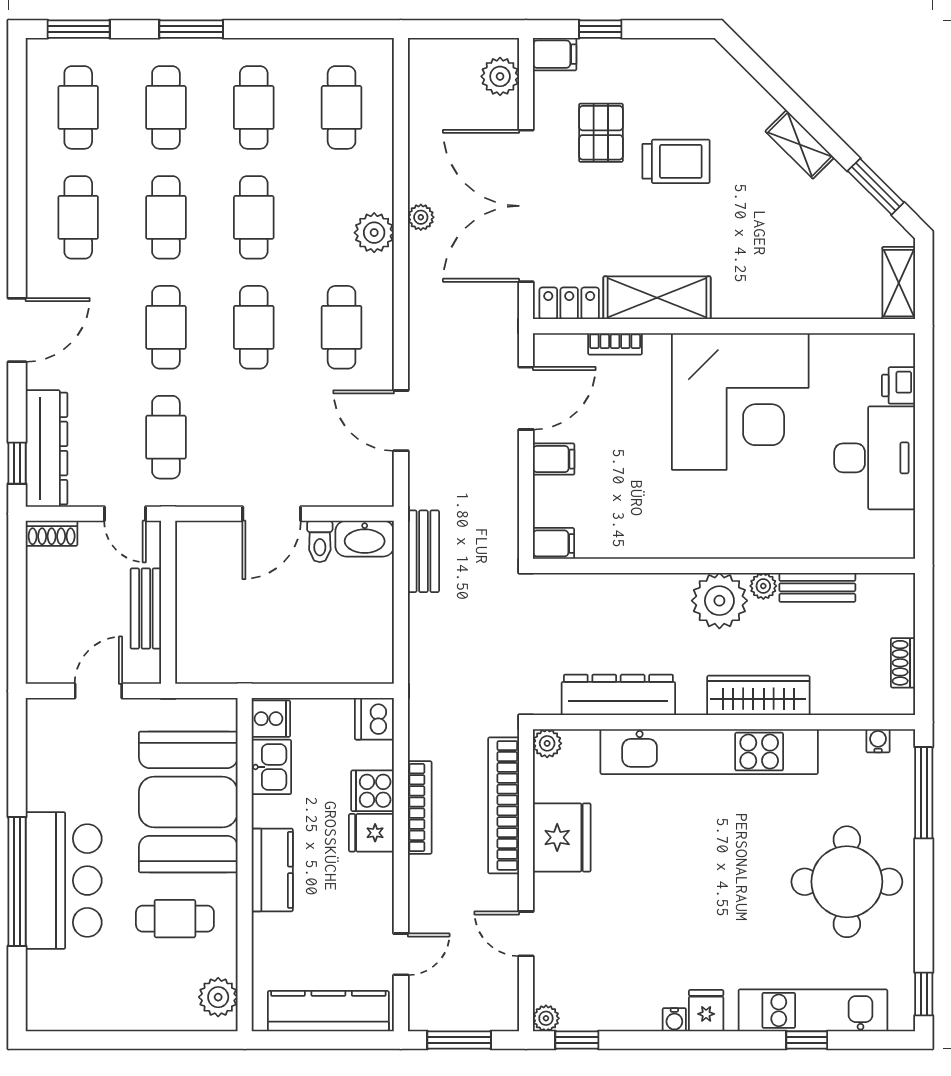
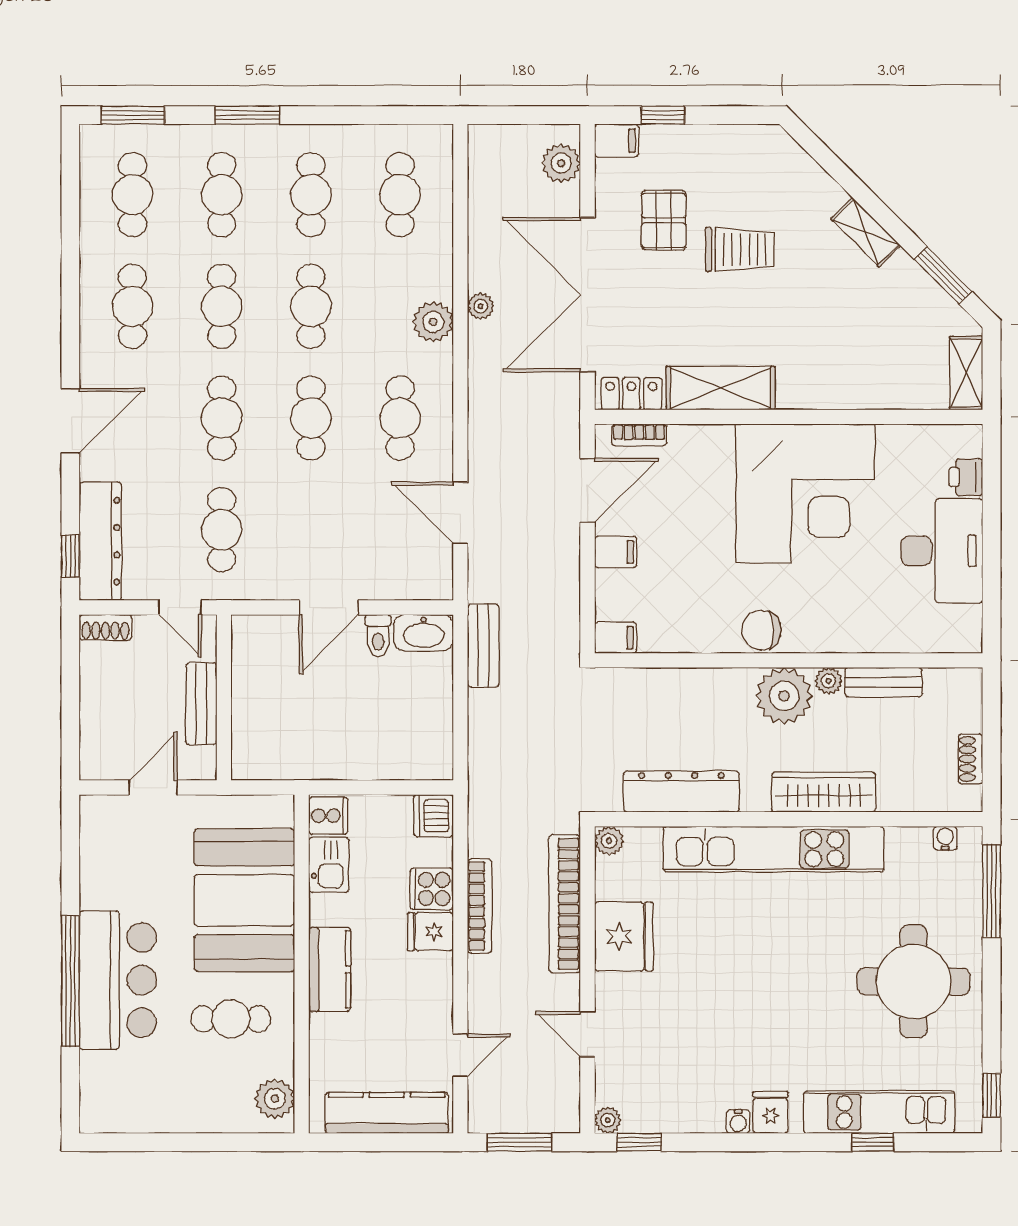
bookcase: (615, 344) -> (639, 435), moved
chair: (697, 536) -> (761, 630), added

